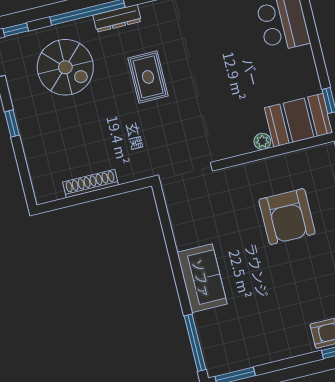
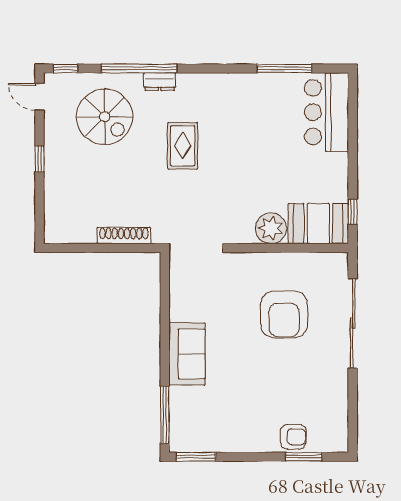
dresser: (117, 18) -> (160, 82), width x0.70
plant: (262, 141) -> (271, 228), width x1.88, depth x1.88
shoe rack: (90, 184) -> (124, 236), moved

